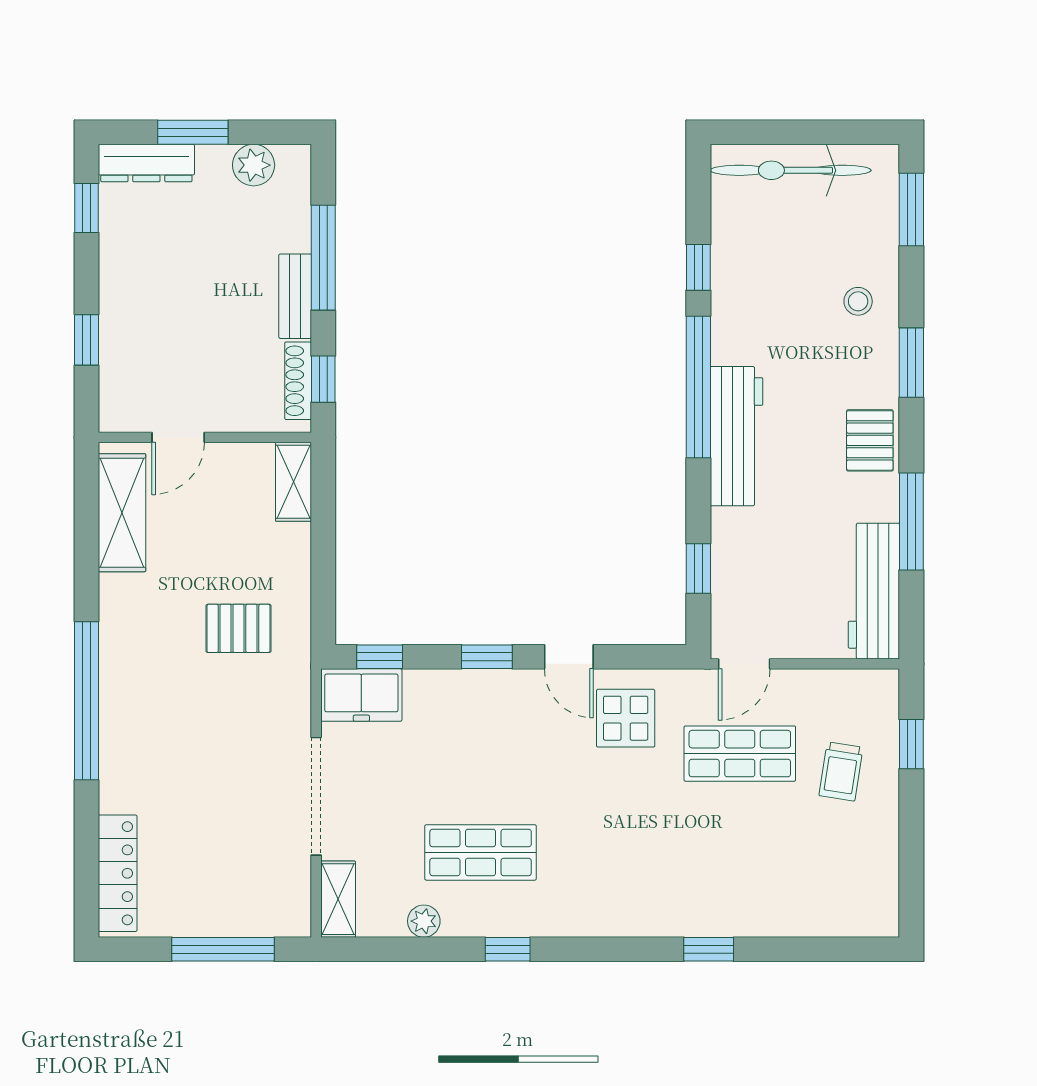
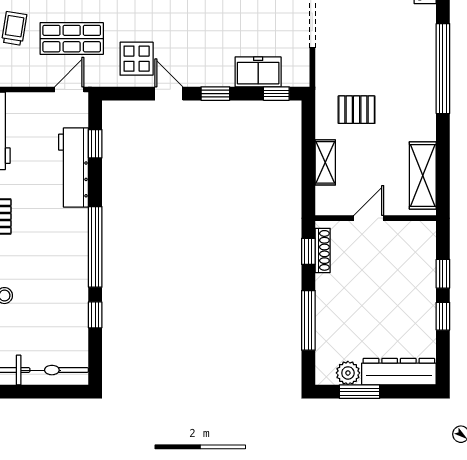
window: (193, 132) -> (359, 392), moved
dresser: (146, 163) -> (399, 372), width x1.37, depth x1.24
window: (86, 208) -> (443, 316), moved
bench: (295, 296) -> (324, 298), removed
workbench: (737, 436) -> (74, 168), moved
door: (178, 437) -> (369, 218), moved
shelving: (294, 482) -> (325, 162), moved
freezer: (361, 695) -> (258, 72), moved

